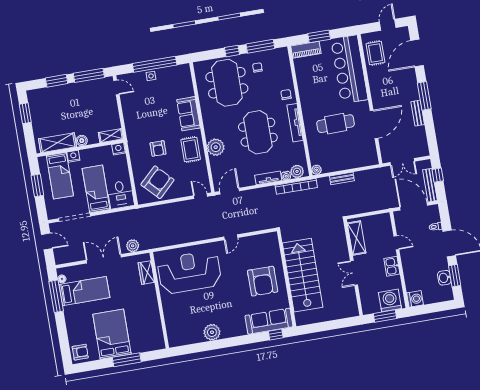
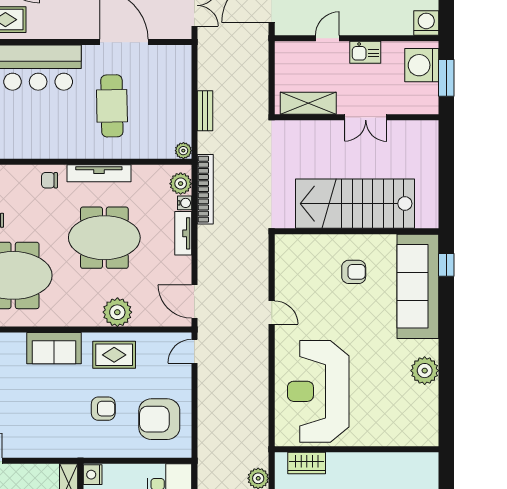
armchair: (157, 182) -> (159, 419), turned -46
armchair: (263, 281) -> (354, 272), width x0.53, depth x0.53
sofa: (269, 321) -> (418, 286), width x1.36, depth x1.27

